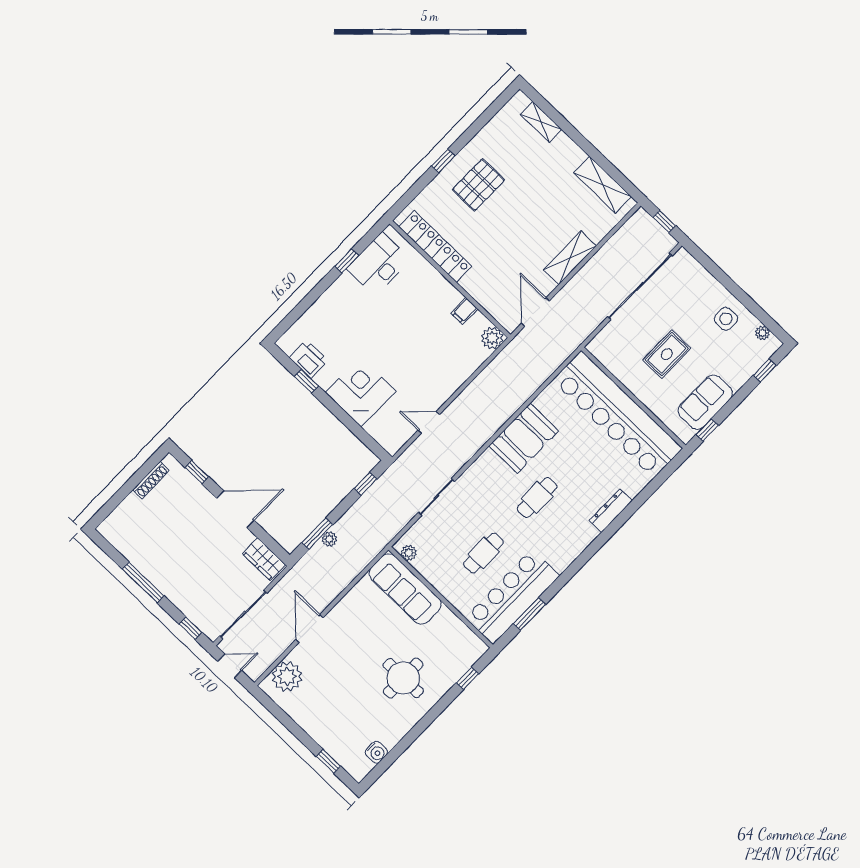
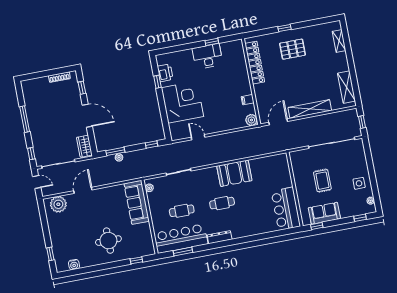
shelving: (570, 258) -> (310, 109), width x1.47
desk: (379, 264) -> (207, 56), moved
rug: (667, 354) -> (322, 181), turned 90
corner desk: (361, 392) -> (182, 102), width x1.36, depth x1.36
bar counter: (618, 414) -> (286, 209), width x0.54
dresser: (611, 511) -> (220, 237), moved

